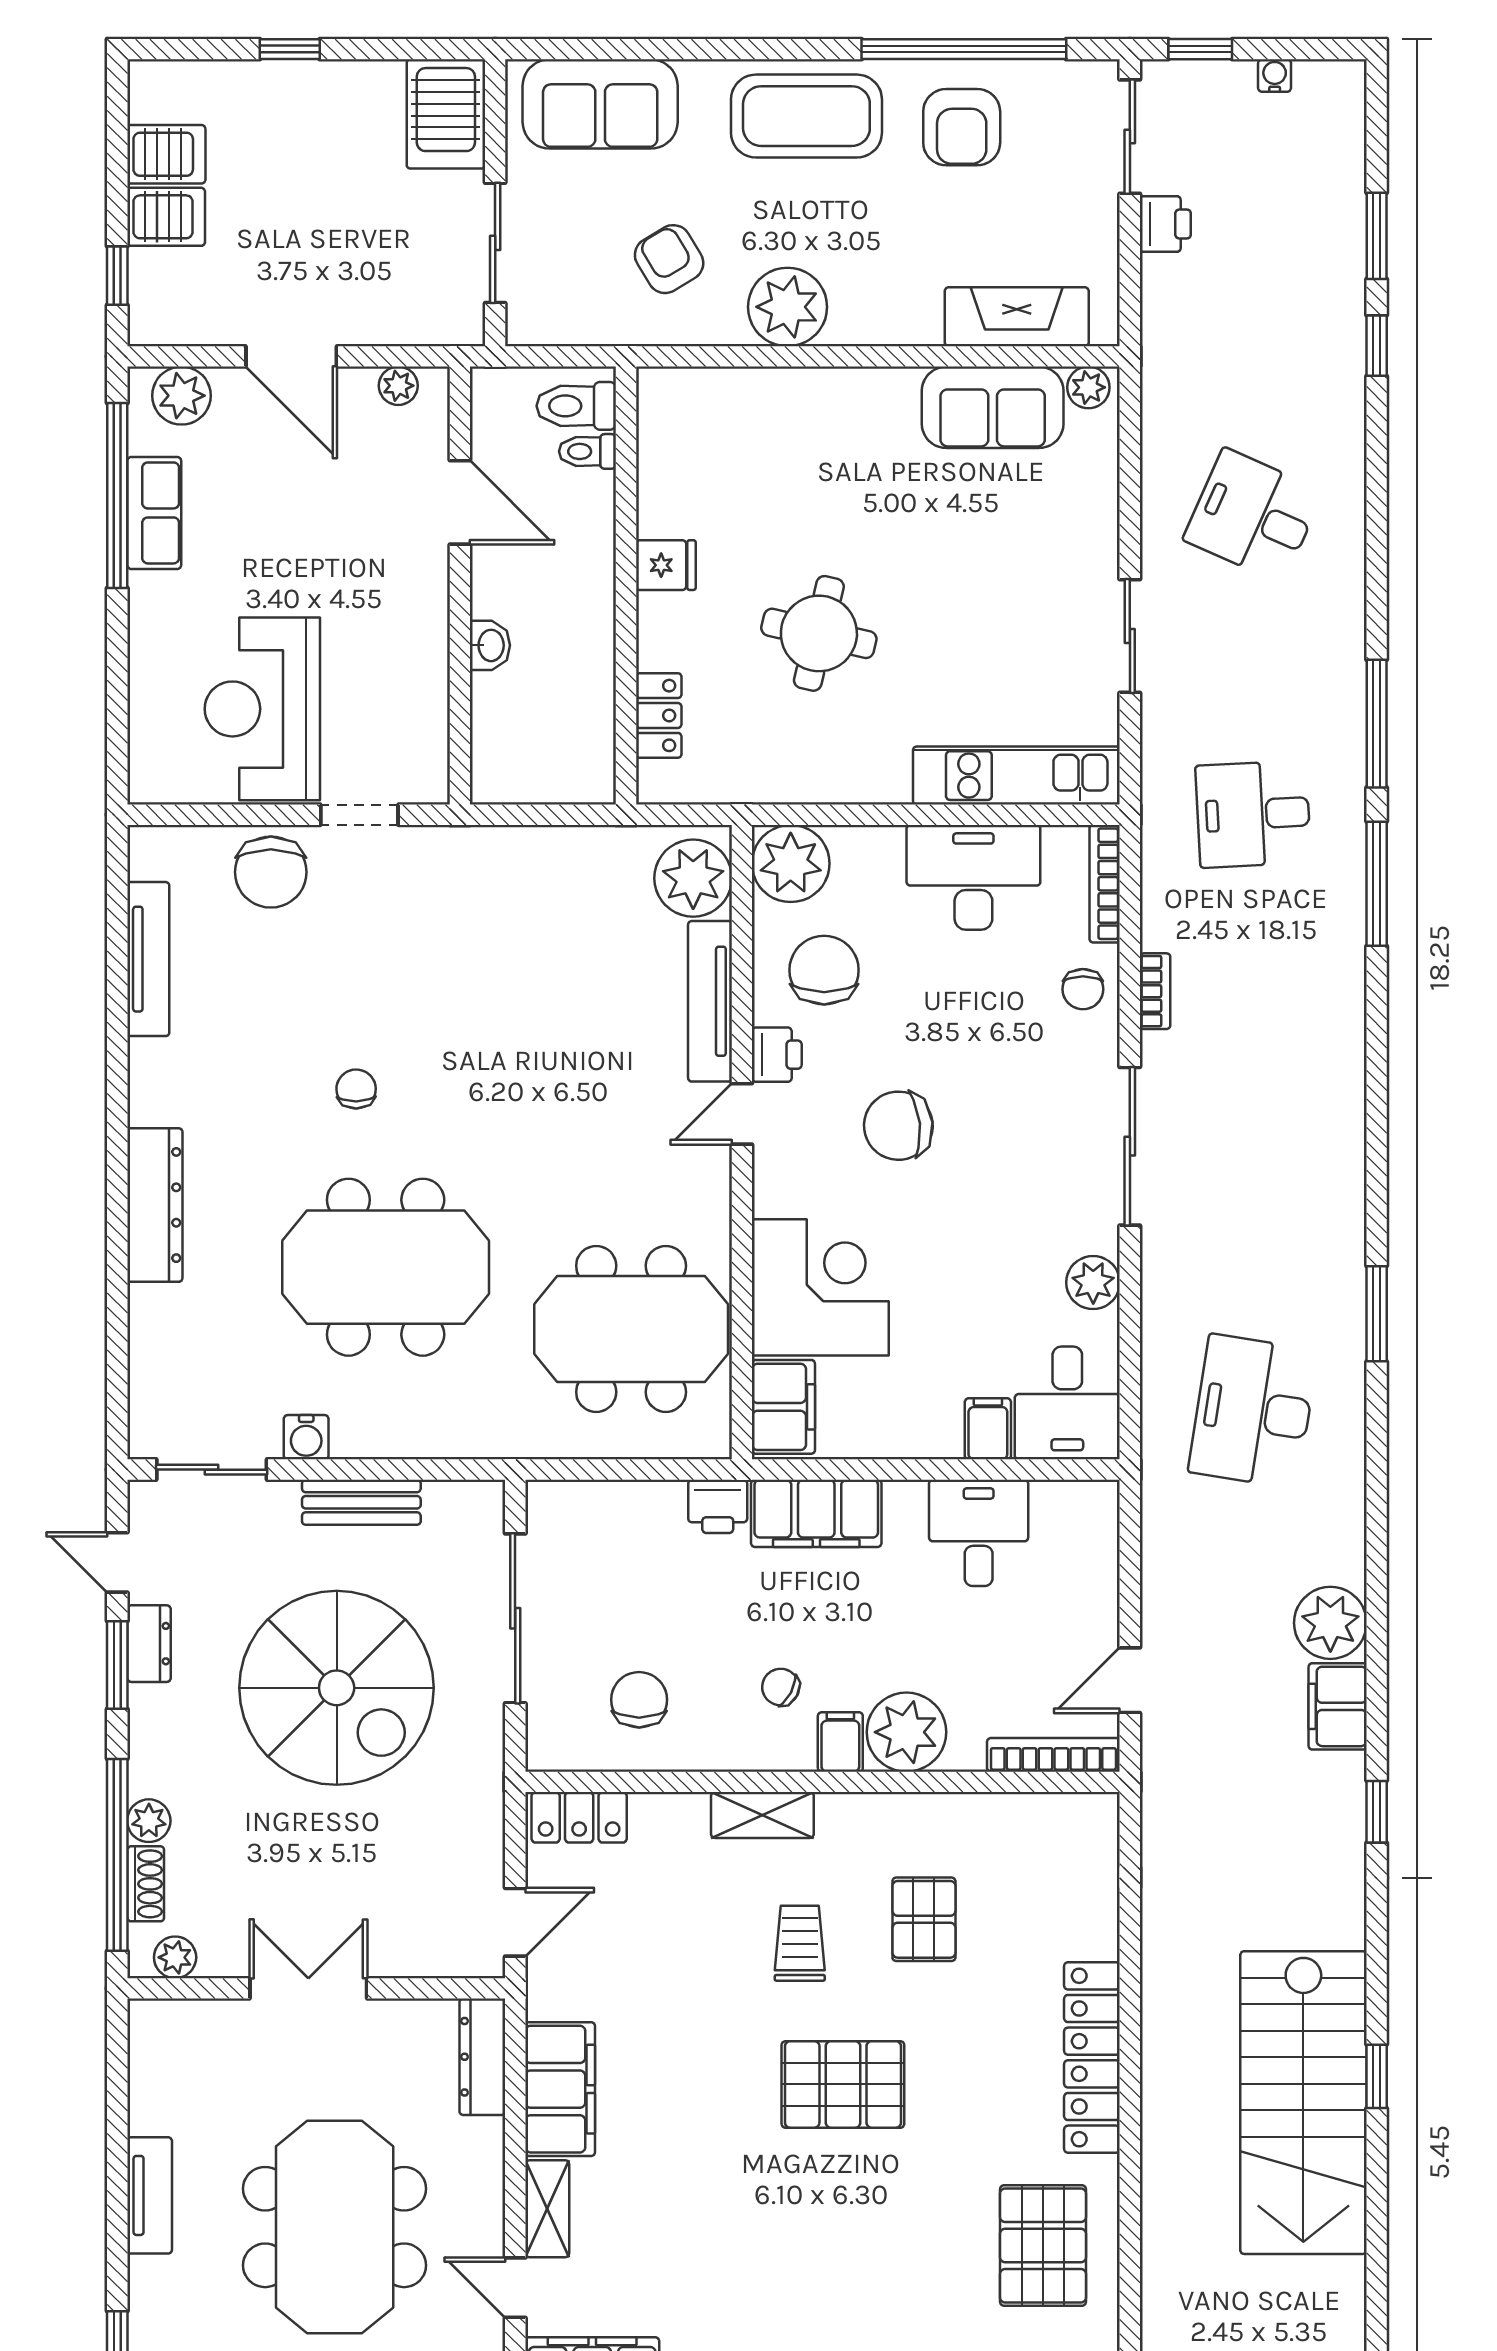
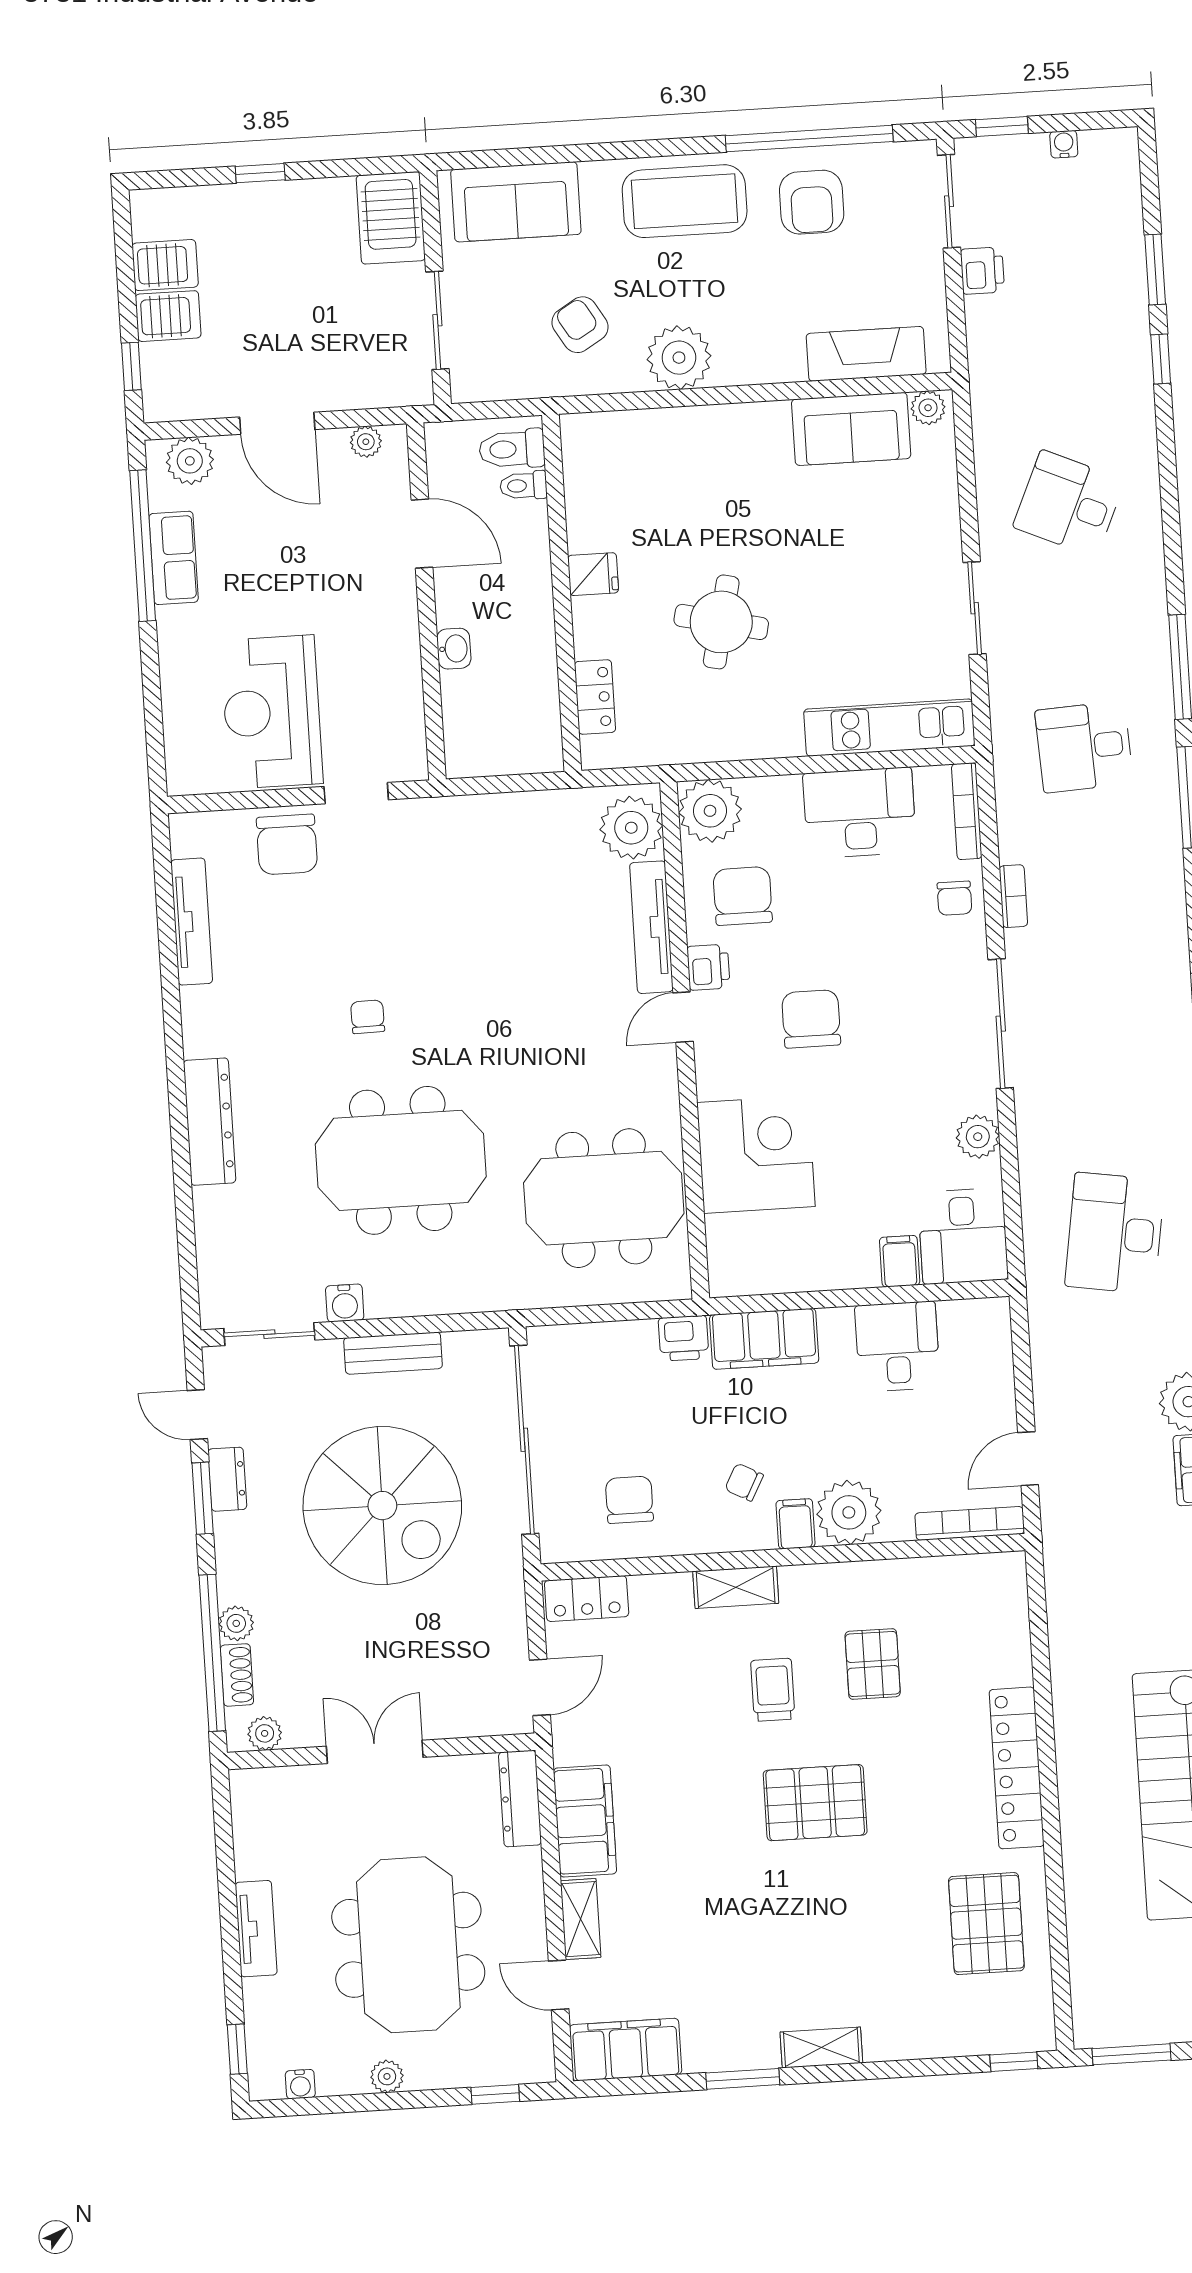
chair: (898, 1126) -> (811, 1019), turned 96
filing cabinet: (783, 1407) -> (732, 1254), removed
sliding door: (515, 1618) -> (524, 1440), width x1.36

